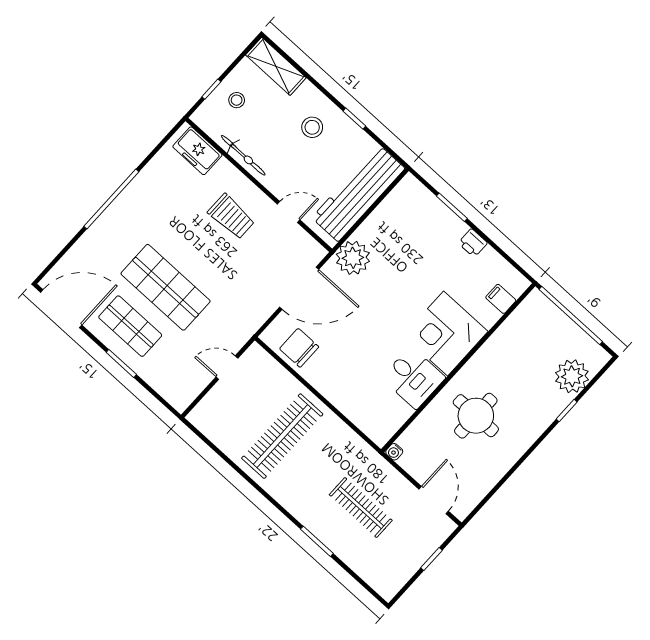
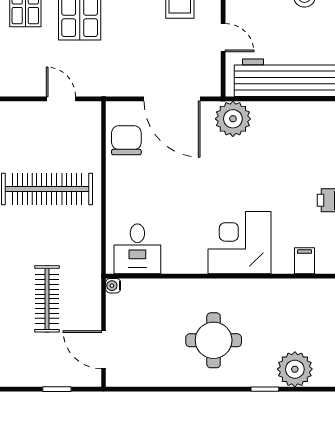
desk: (413, 378) -> (137, 249), moved
round table: (476, 416) -> (214, 340), moved
door: (434, 500) -> (103, 350), swing flipped

